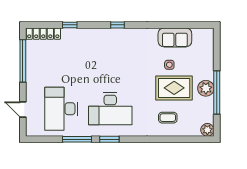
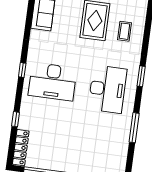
side table: (169, 65) -> (70, 22), removed
desk: (61, 109) -> (53, 82), moved
window: (109, 139) -> (141, 76), moved

